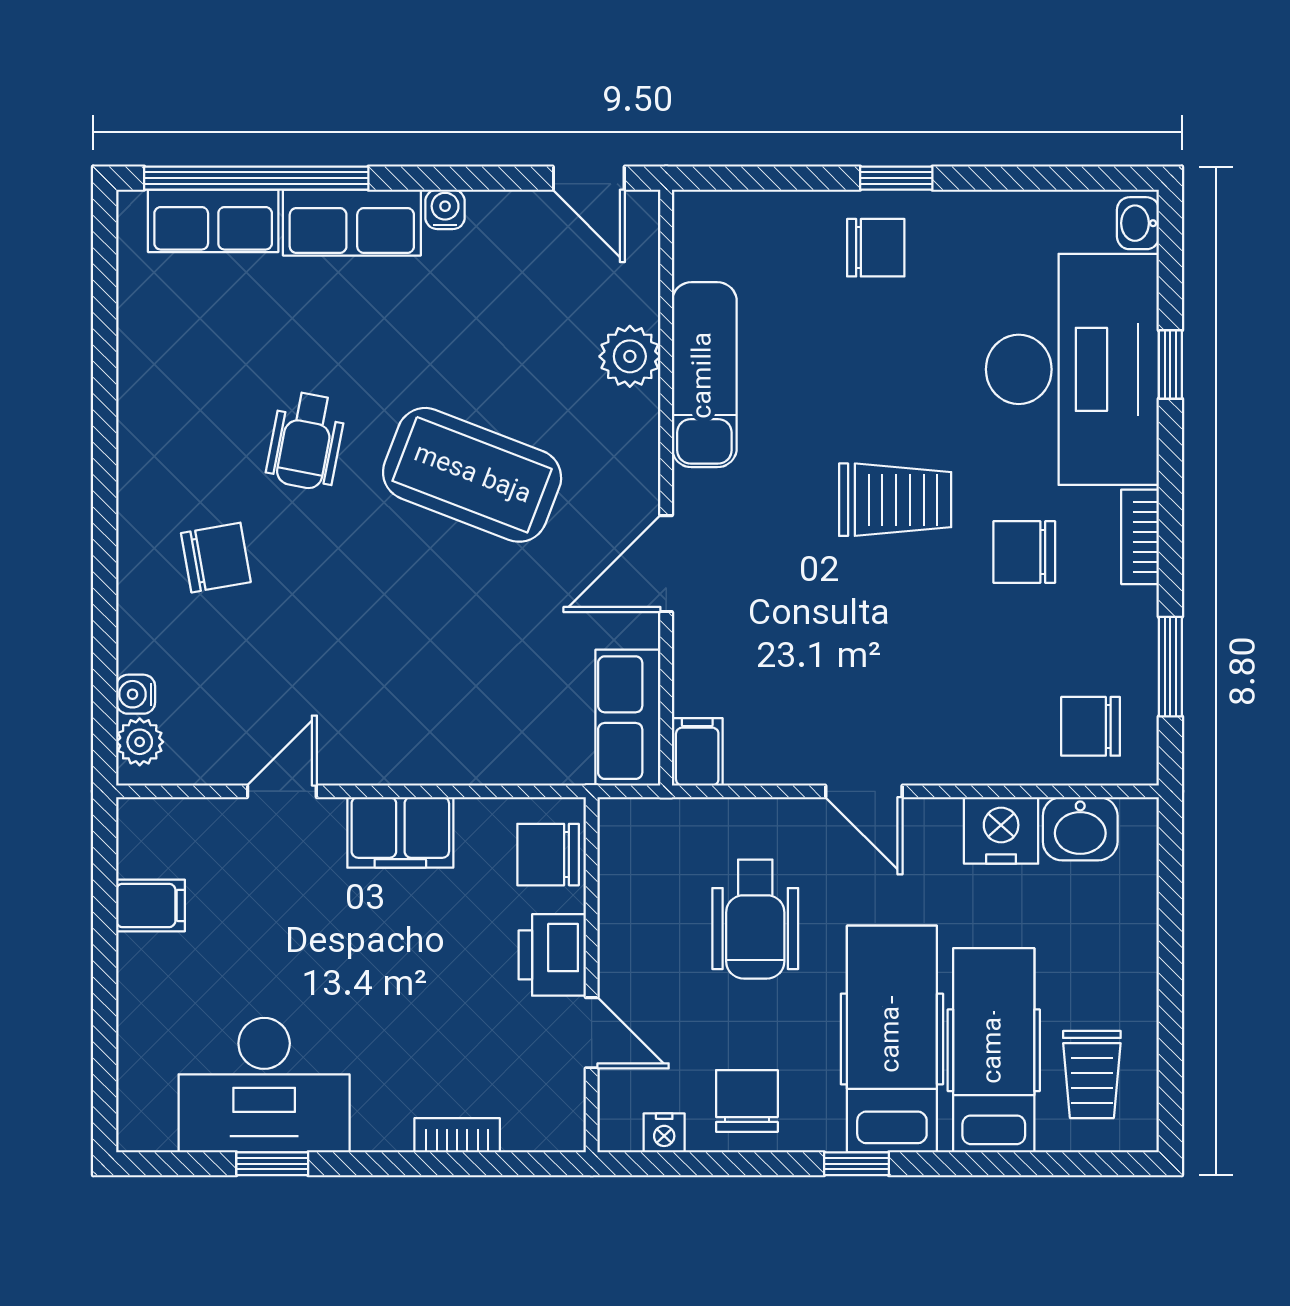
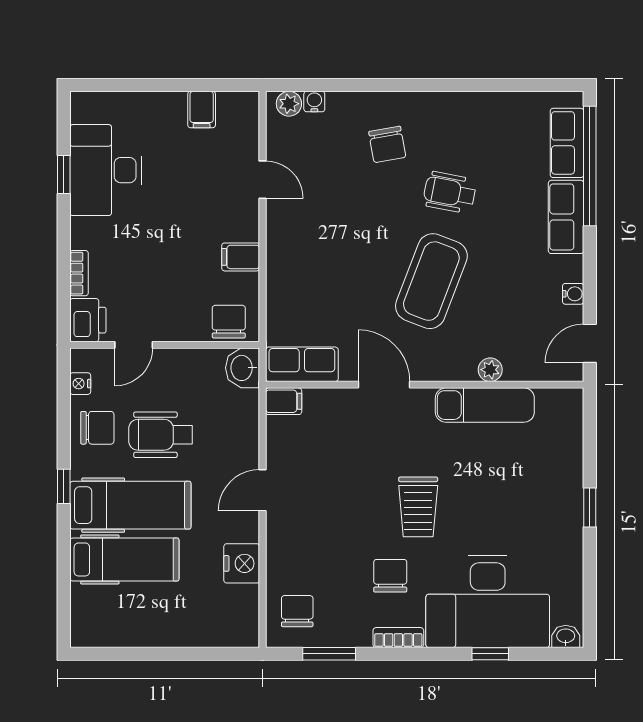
water cooler: (445, 209) -> (573, 294), moved
chair: (876, 248) -> (553, 497), removed
plant: (630, 356) -> (490, 370), width x0.73, depth x0.73
washbasin: (1080, 829) -> (243, 368), moved
filing cabinet: (400, 832) -> (241, 257), width x0.50
wheelchair: (755, 919) -> (161, 435), moved
printer: (552, 955) -> (88, 320), moved, turned 90
trolley: (1092, 1075) -> (111, 612), removed

